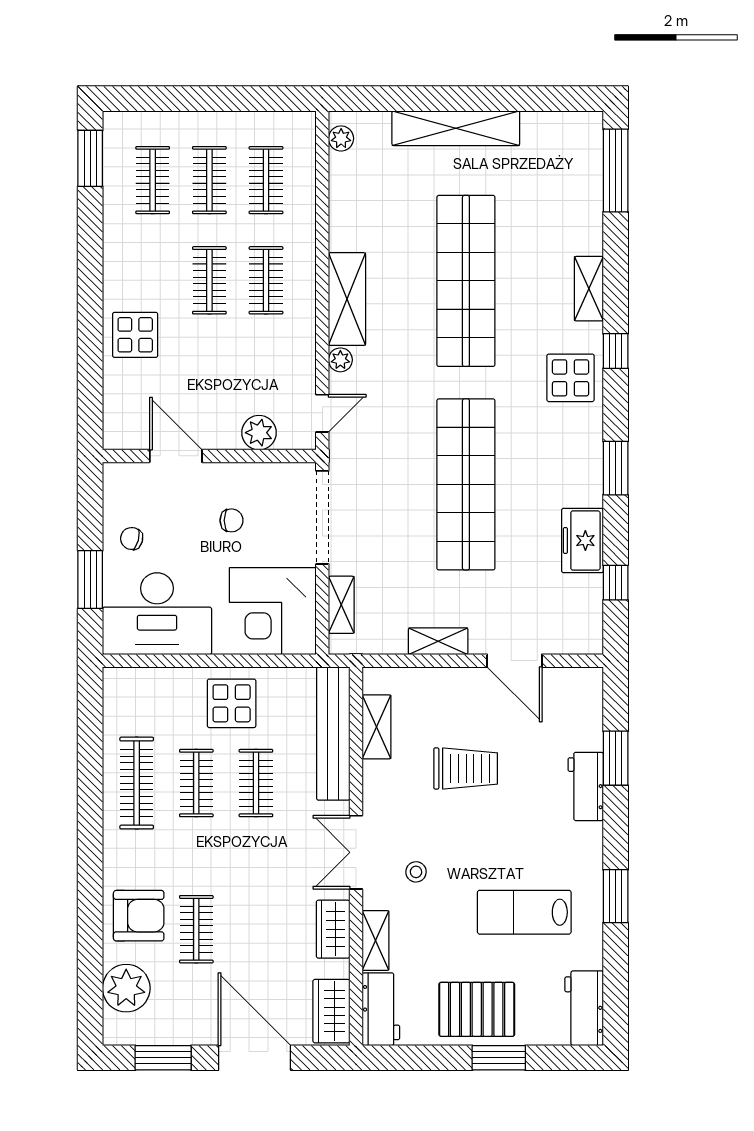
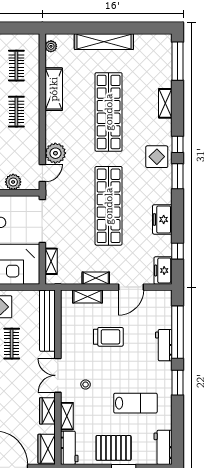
shelving: (589, 289) -> (165, 103), moved
shelving: (347, 299) -> (54, 89), moved
plant: (340, 360) -> (55, 153), width x1.88, depth x1.88
window: (616, 468) -> (178, 176), moved
freezer: (582, 541) -> (162, 219), moved
freezer: (584, 625) -> (163, 270), added
door: (515, 661) -> (131, 287), hinge flipped
shelving: (376, 727) -> (88, 297), moved, turned 90
window: (616, 758) -> (178, 332), width x2.11
window: (616, 896) -> (178, 383), moved
lab bench: (524, 912) -> (135, 403), turned 180

